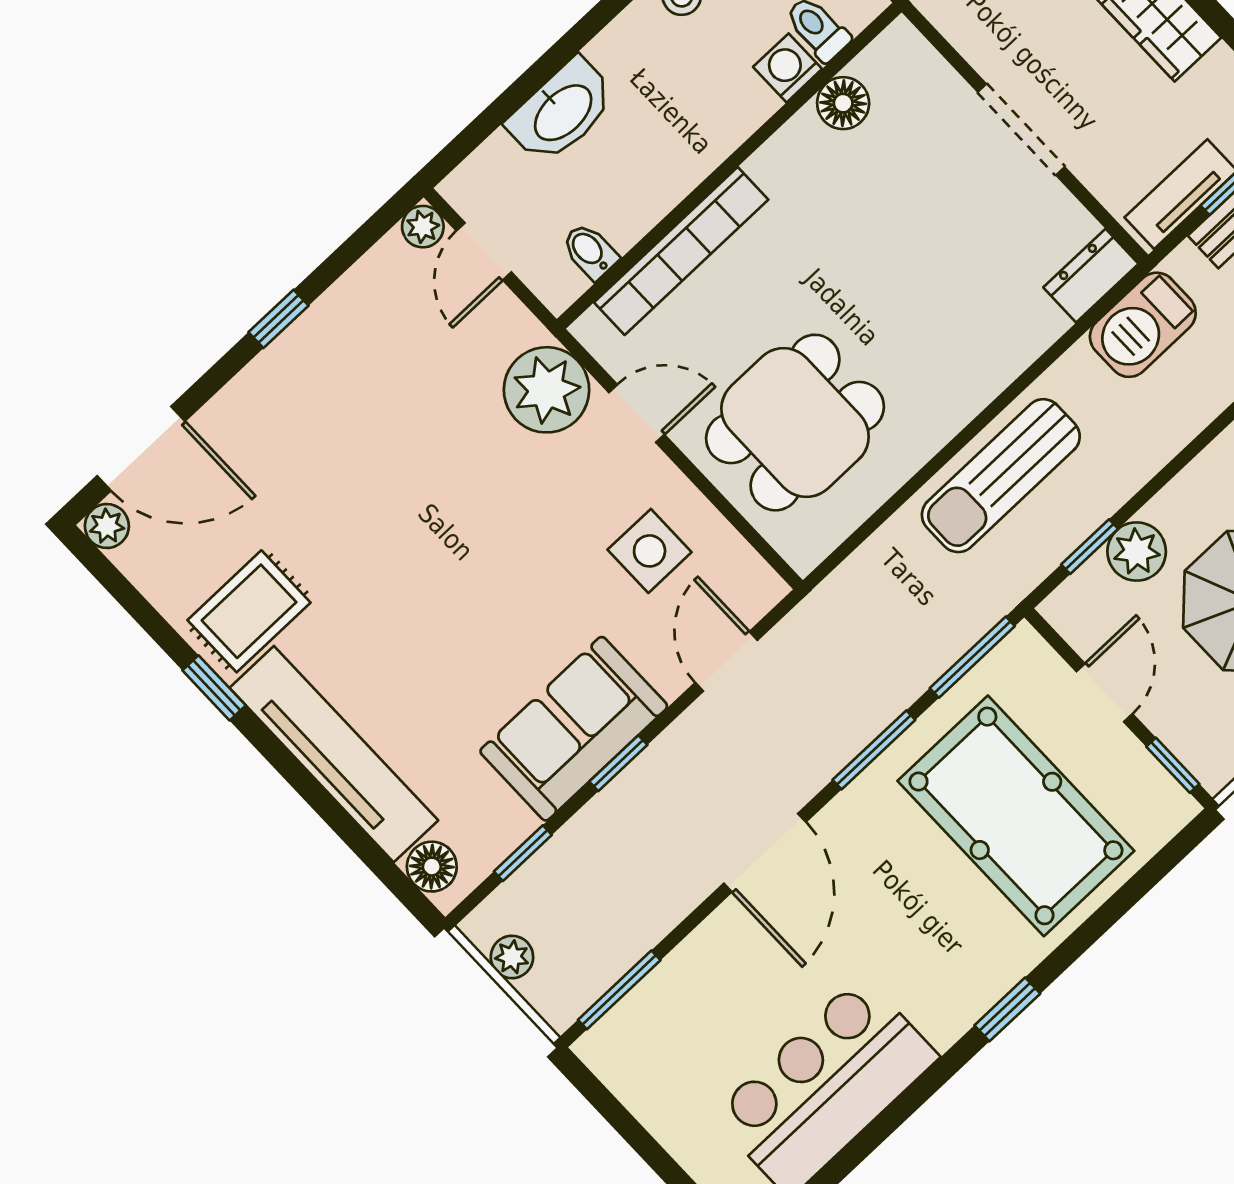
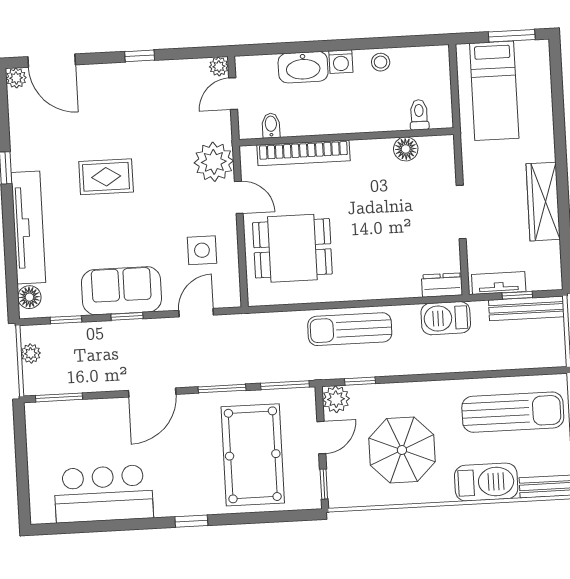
washing machine: (788, 68) -> (341, 62), moved, turned 180
plant: (1137, 552) -> (336, 399), moved
rug: (249, 611) -> (106, 177), moved

